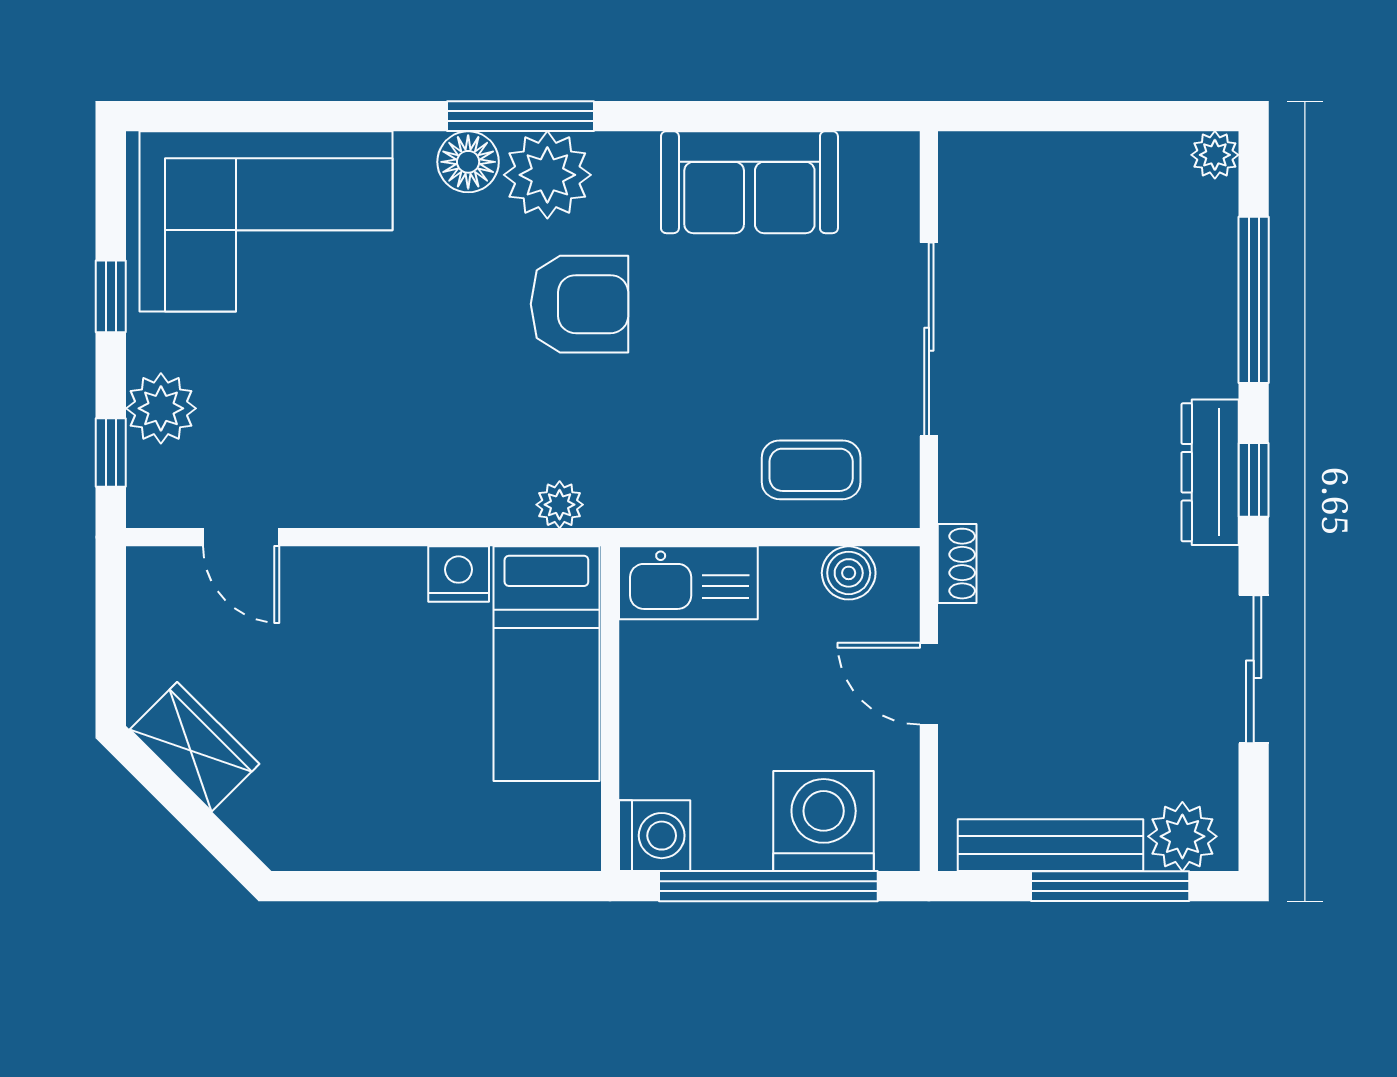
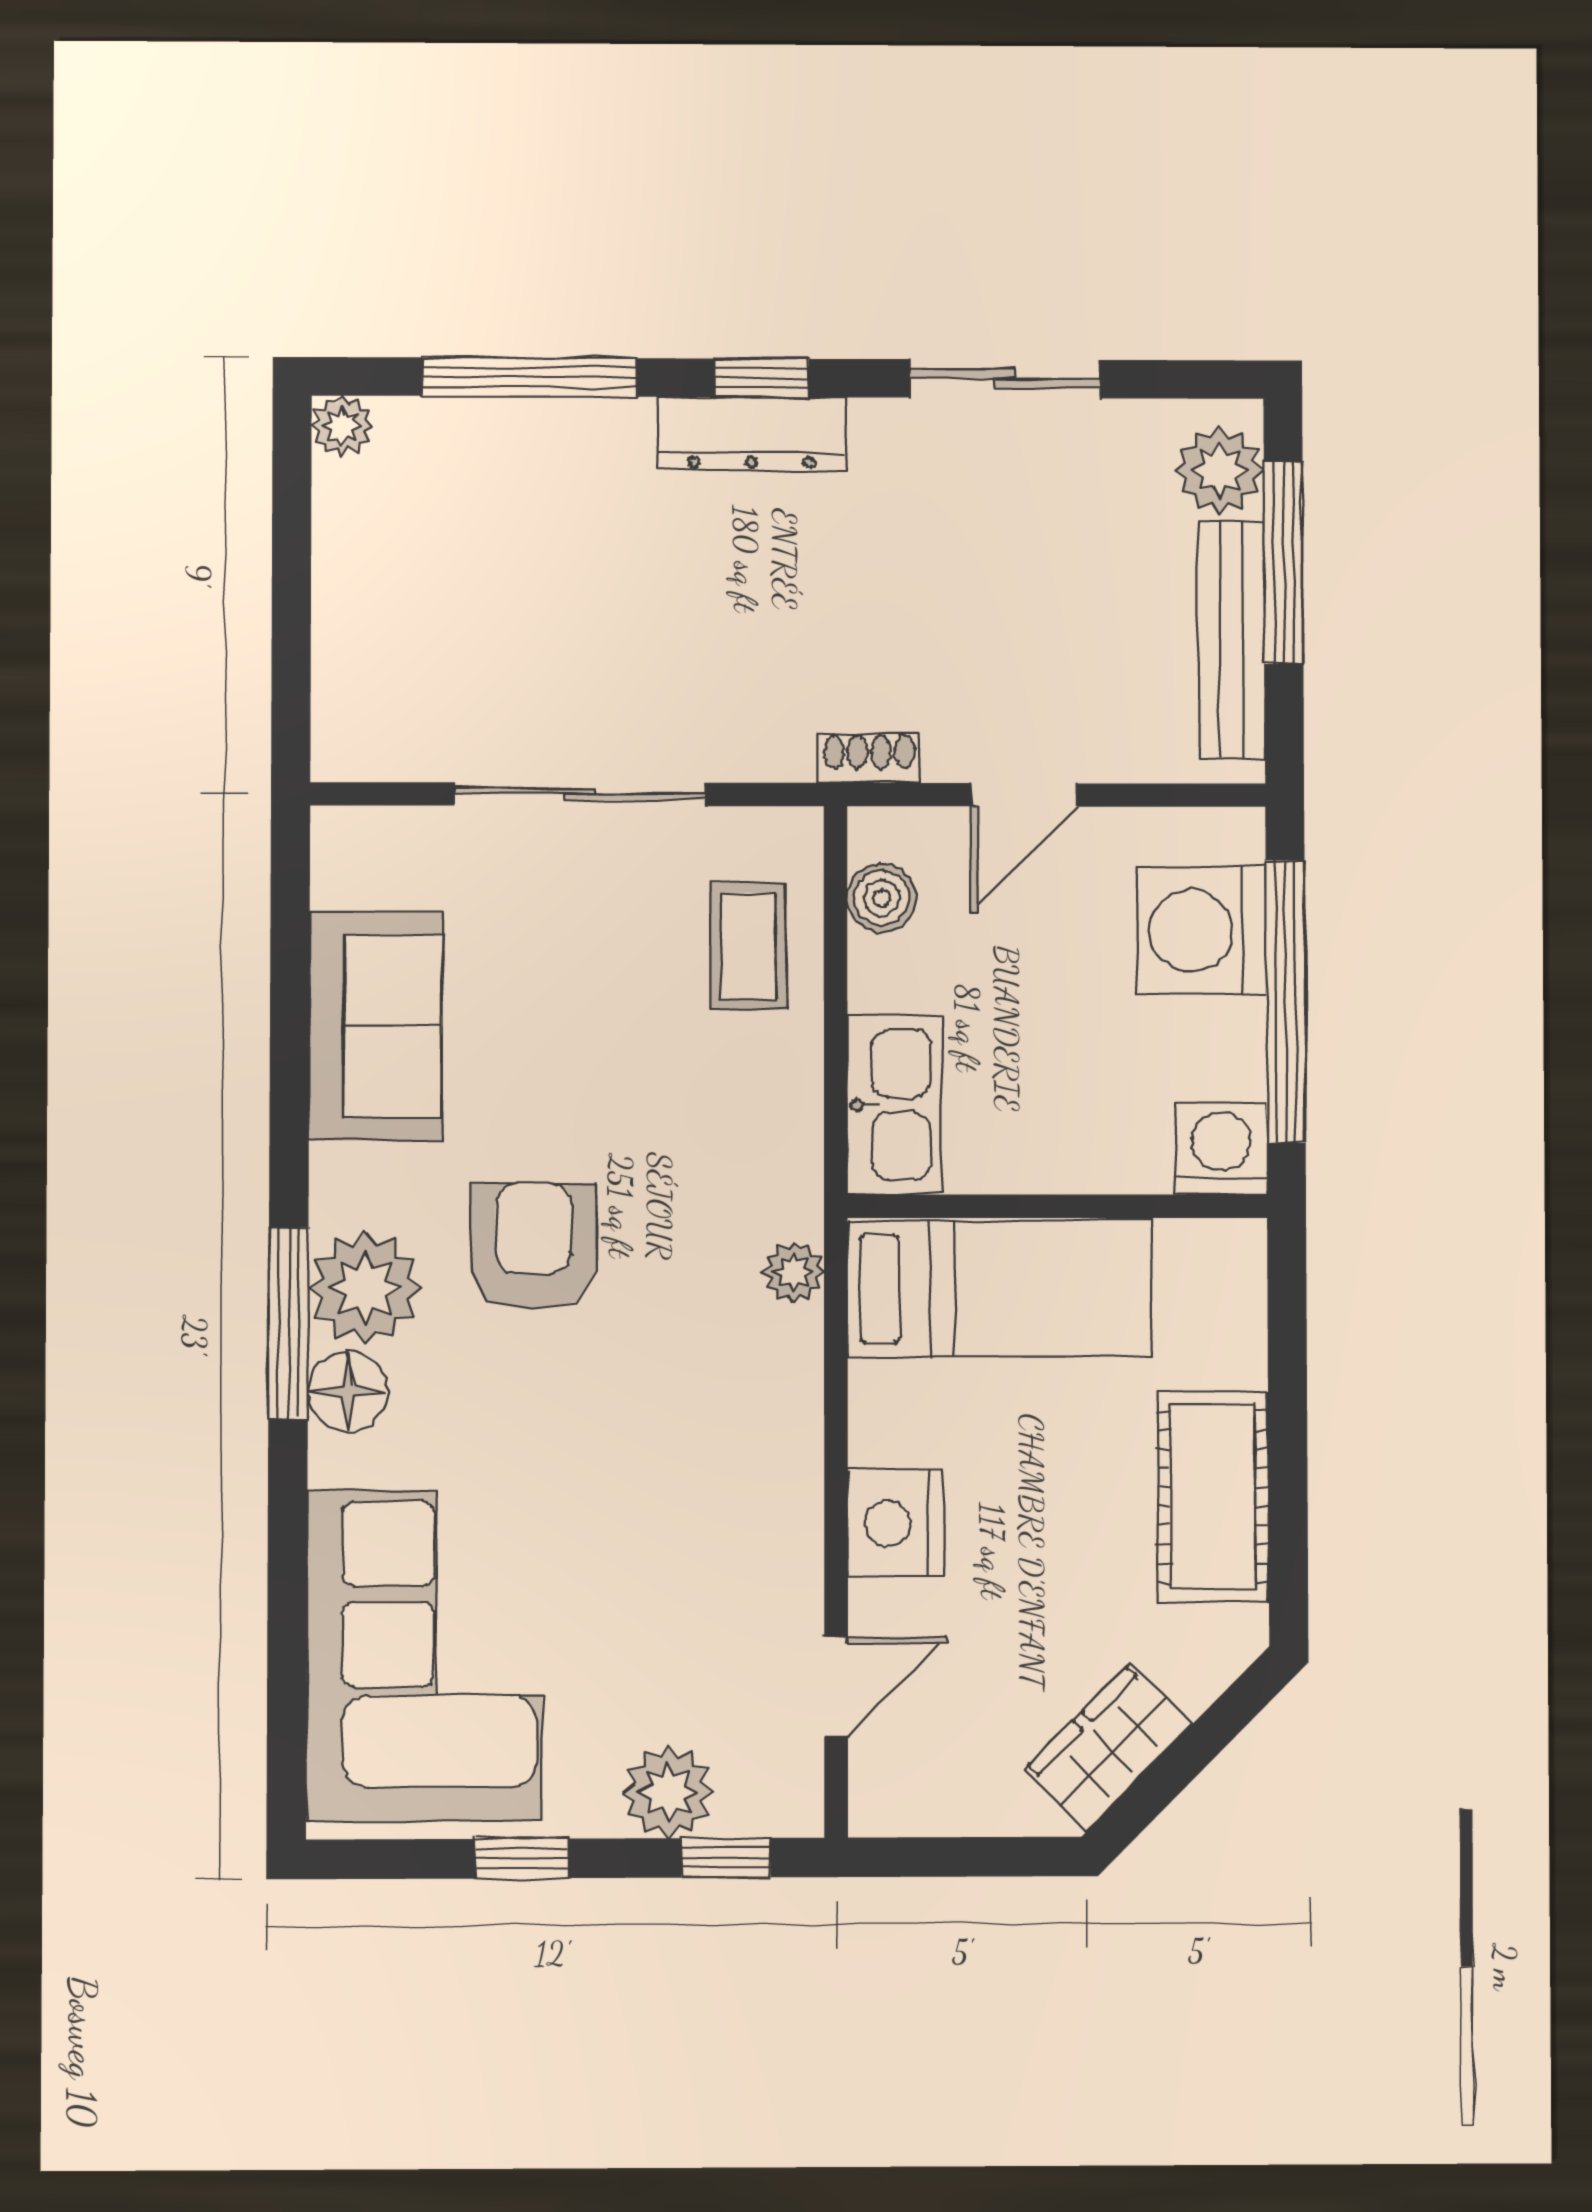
nightstand: (459, 574) -> (896, 1523), moved, width x1.36, depth x1.33
cot: (386, 828) -> (1213, 1497), added

